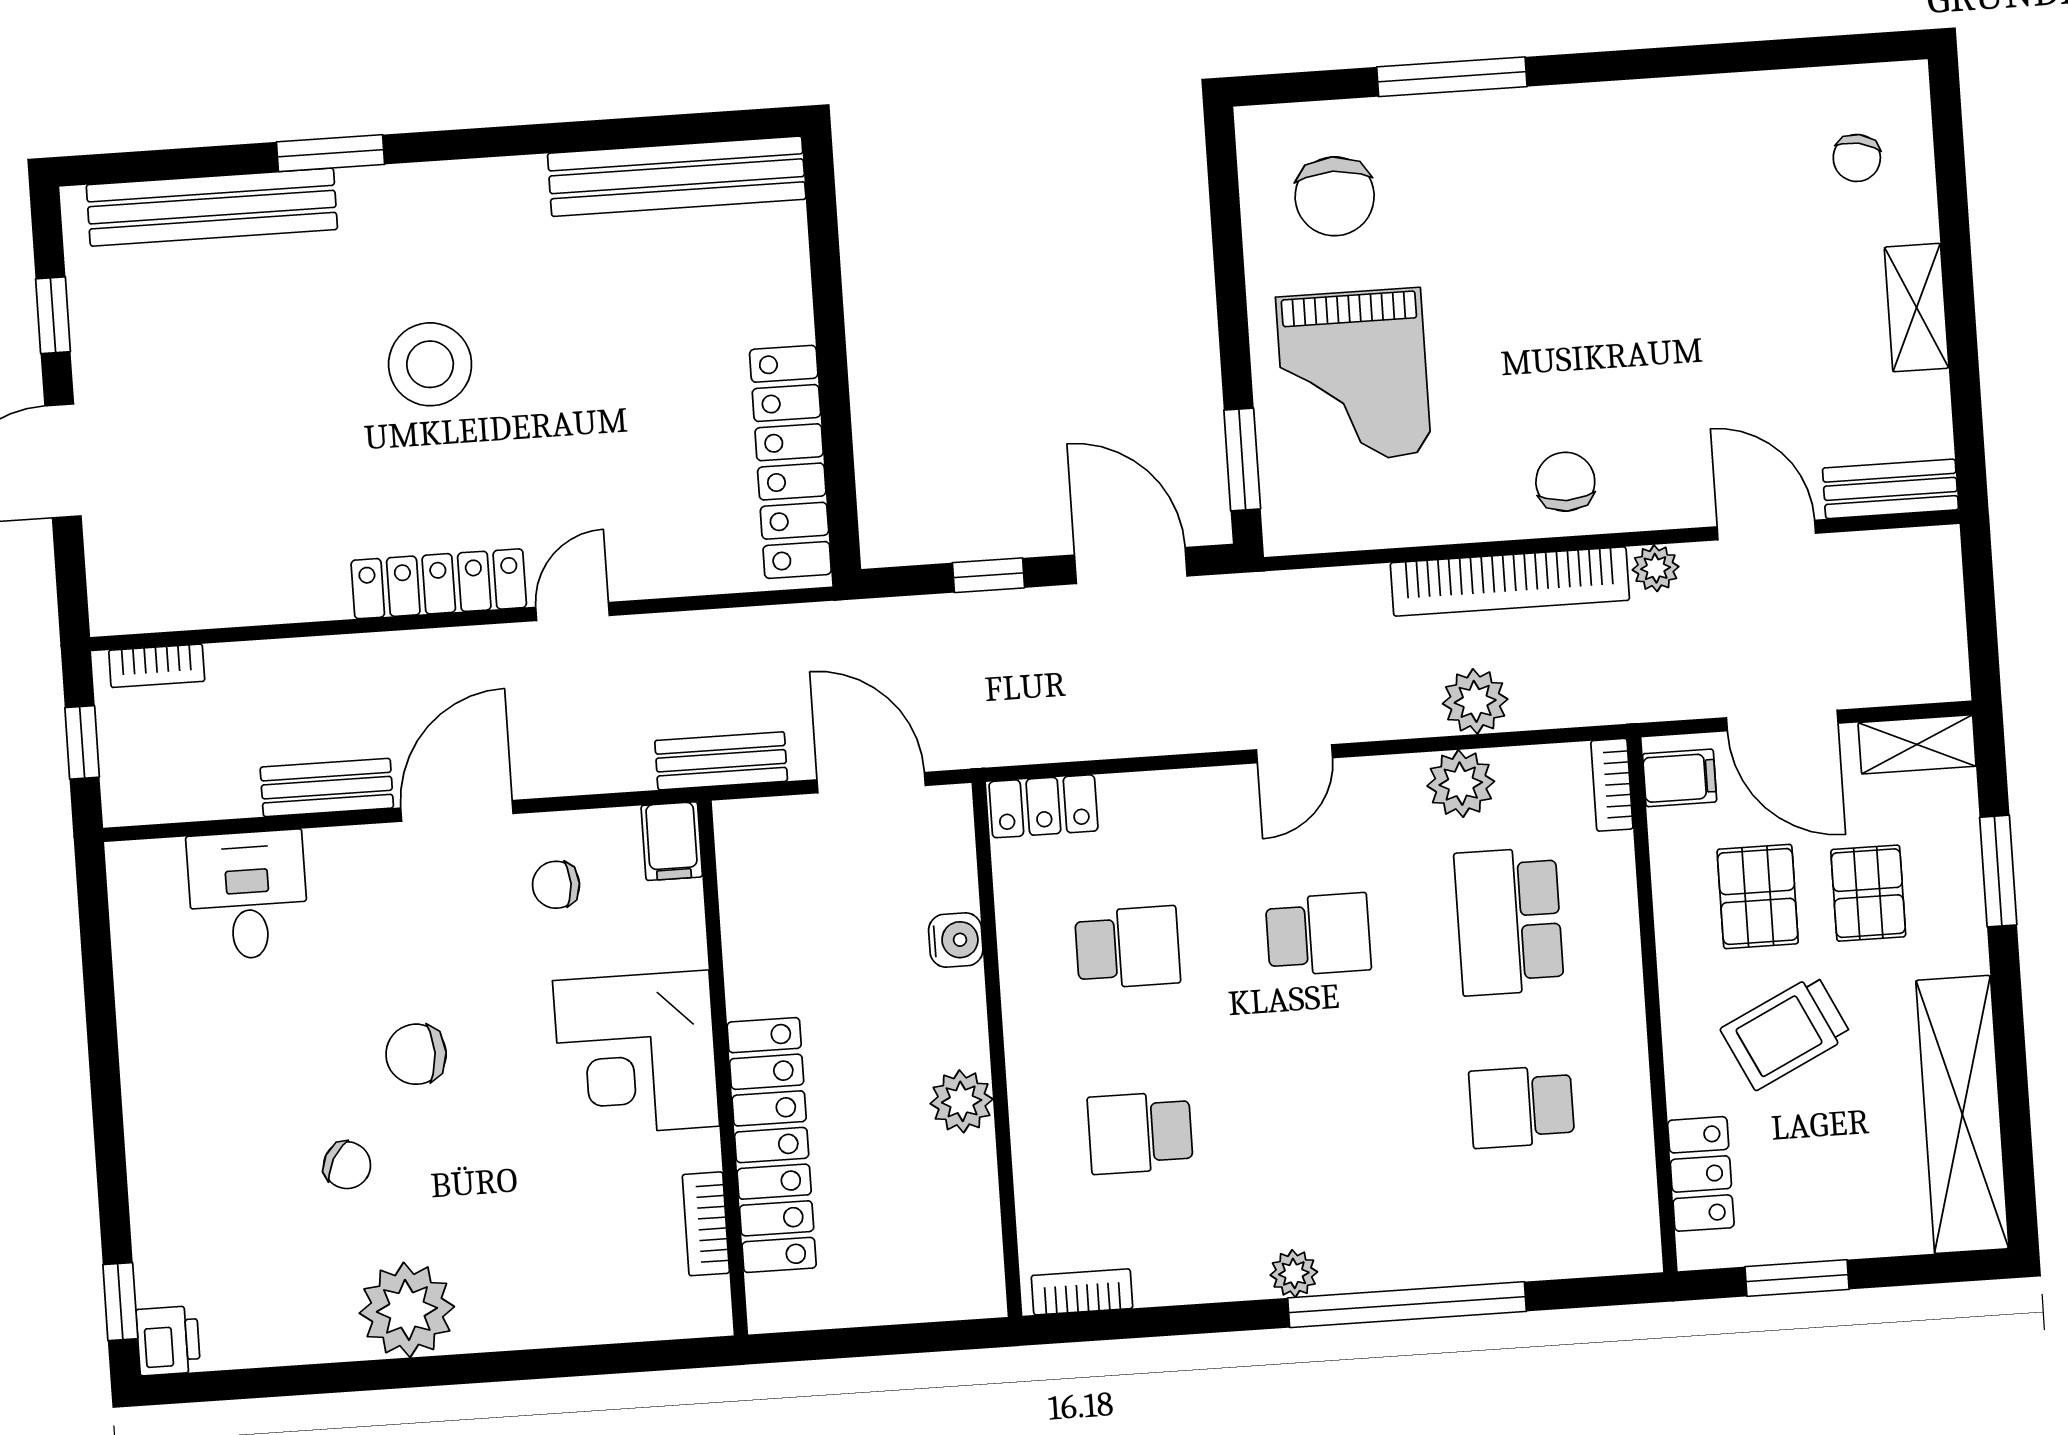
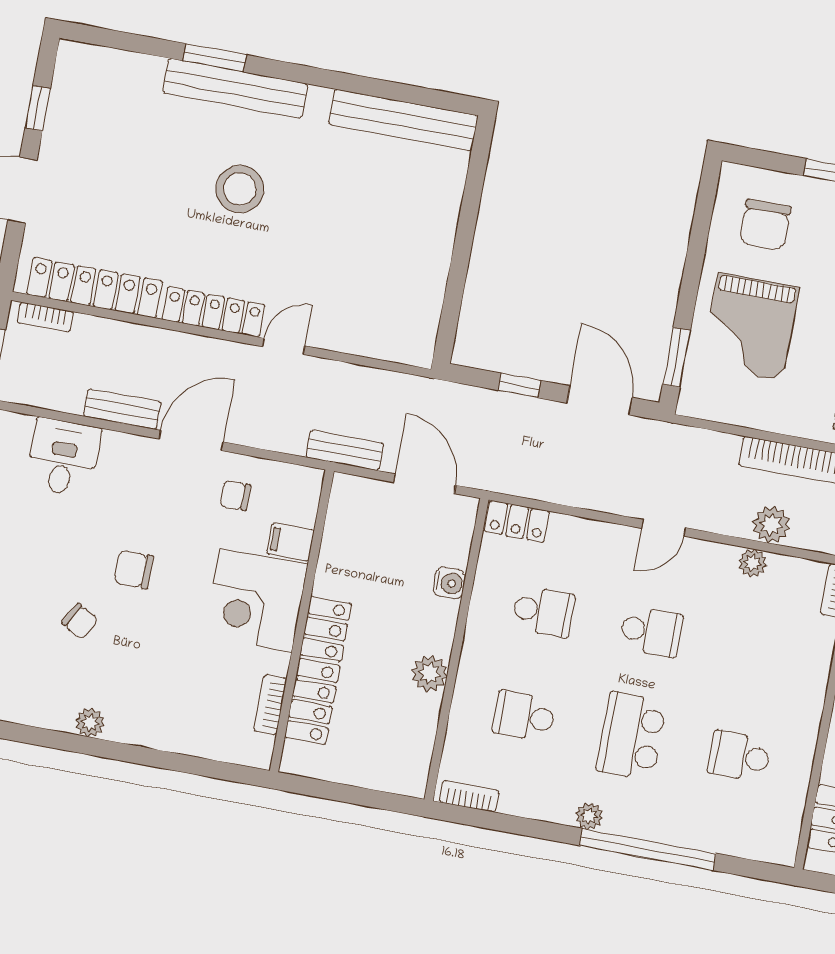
bench: (212, 207) -> (235, 88), moved
locker: (790, 462) -> (95, 288), moved, turned 90
plant: (1461, 784) -> (753, 563), width x0.73, depth x0.73
filing cabinet: (672, 841) -> (290, 542), moved, turned 90
school desk: (1509, 921) -> (632, 736), moved
plant: (407, 1310) -> (90, 723), width x0.53, depth x0.53

